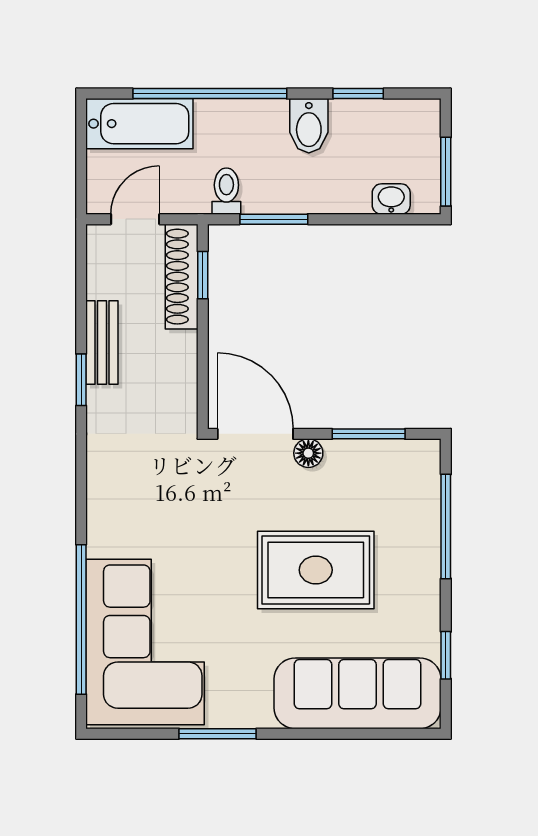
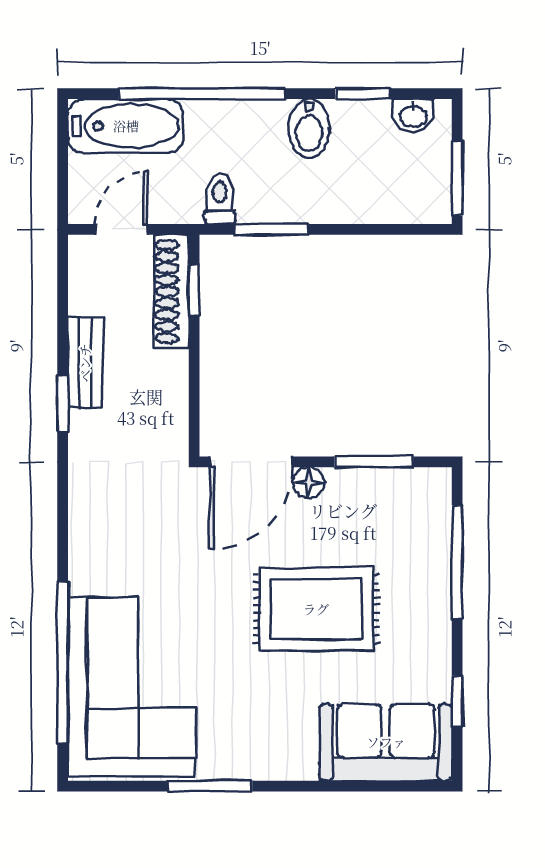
washbasin: (391, 199) -> (413, 115), moved, turned 180
door: (255, 434) -> (251, 462), swing flipped
sofa: (357, 693) -> (386, 742), width x0.73

